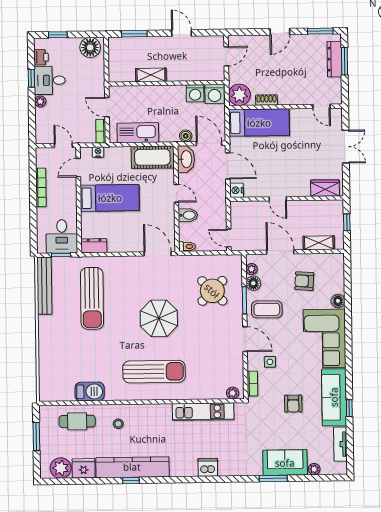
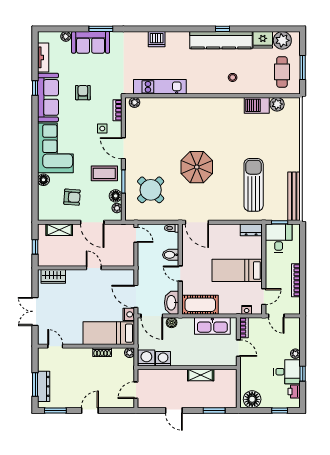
plant: (239, 95) -> (130, 353), width x0.53, depth x0.53
nightstand: (237, 190) -> (129, 314), moved
sun lounger: (154, 372) -> (201, 122), removed
plant: (66, 393) -> (277, 104), added
cafe table: (77, 421) -> (282, 72), moved, turned 90

